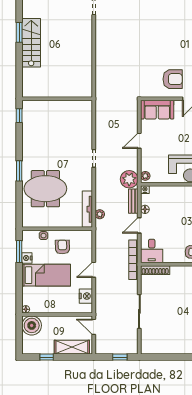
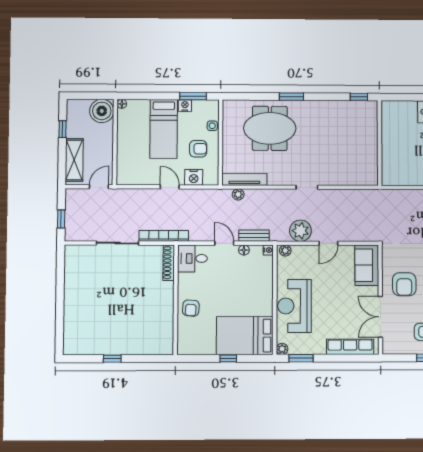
door: (139, 141) -> (328, 243), swing flipped
plant: (129, 179) -> (300, 231), moved
meeting table: (45, 189) -> (270, 128), turned 90
bookcase: (133, 260) -> (164, 236), moved
nightstand: (86, 296) -> (194, 177), moved

